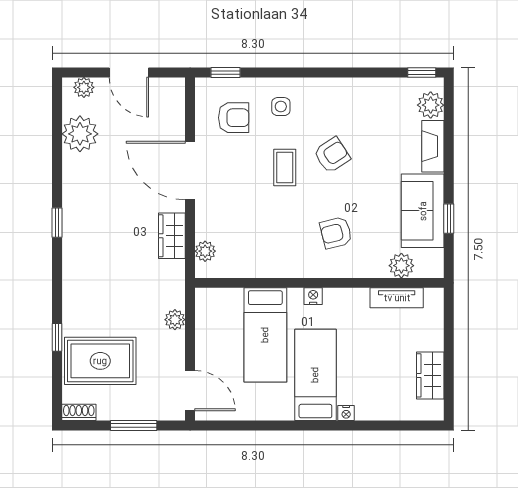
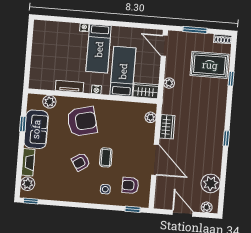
armchair: (336, 233) -> (82, 121), width x1.88, depth x1.88
tv unit: (397, 298) -> (69, 86), moved
wardrobe: (430, 375) -> (146, 91), moved, turned -90

